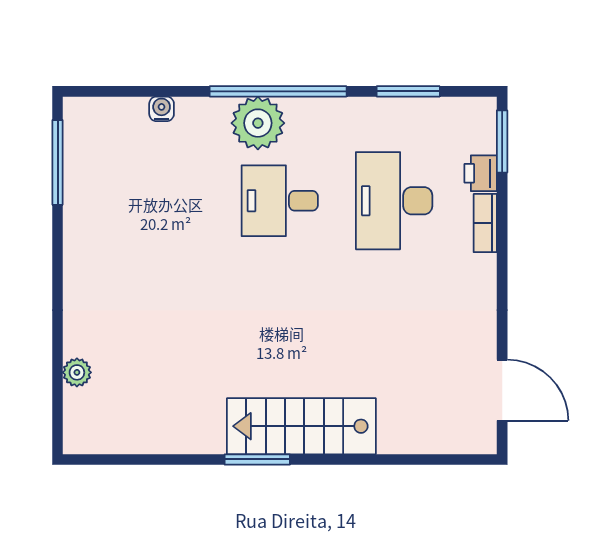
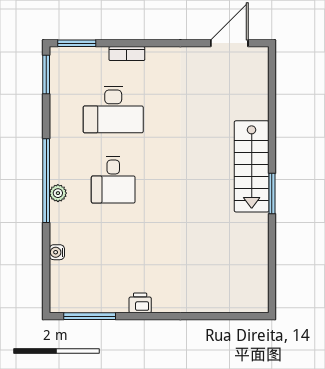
window: (408, 91) -> (46, 75), moved
plant: (258, 123) -> (58, 193), width x0.53, depth x0.53
printer: (481, 173) -> (140, 303), moved, turned 180
plant: (77, 372) -> (219, 304), removed

